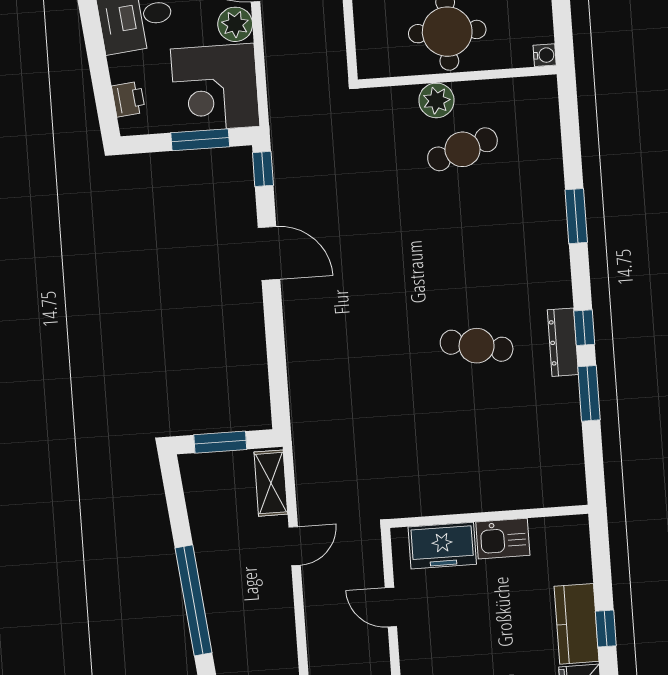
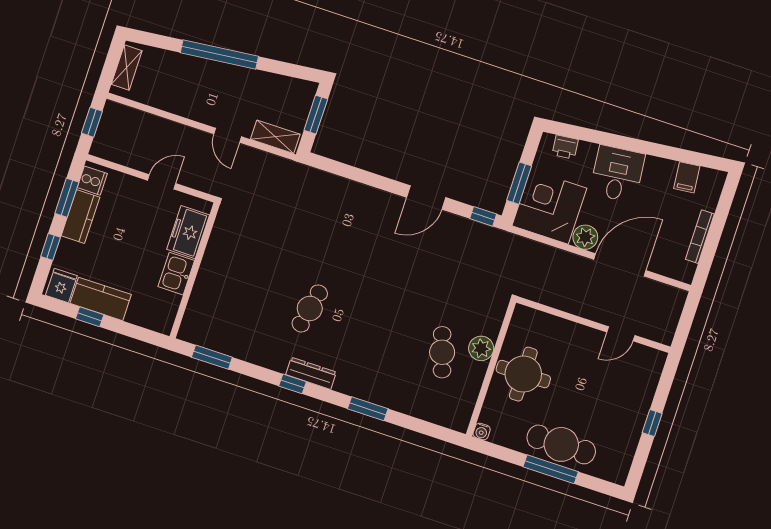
dresser: (563, 342) -> (311, 373), moved
window: (589, 393) -> (212, 357), moved

